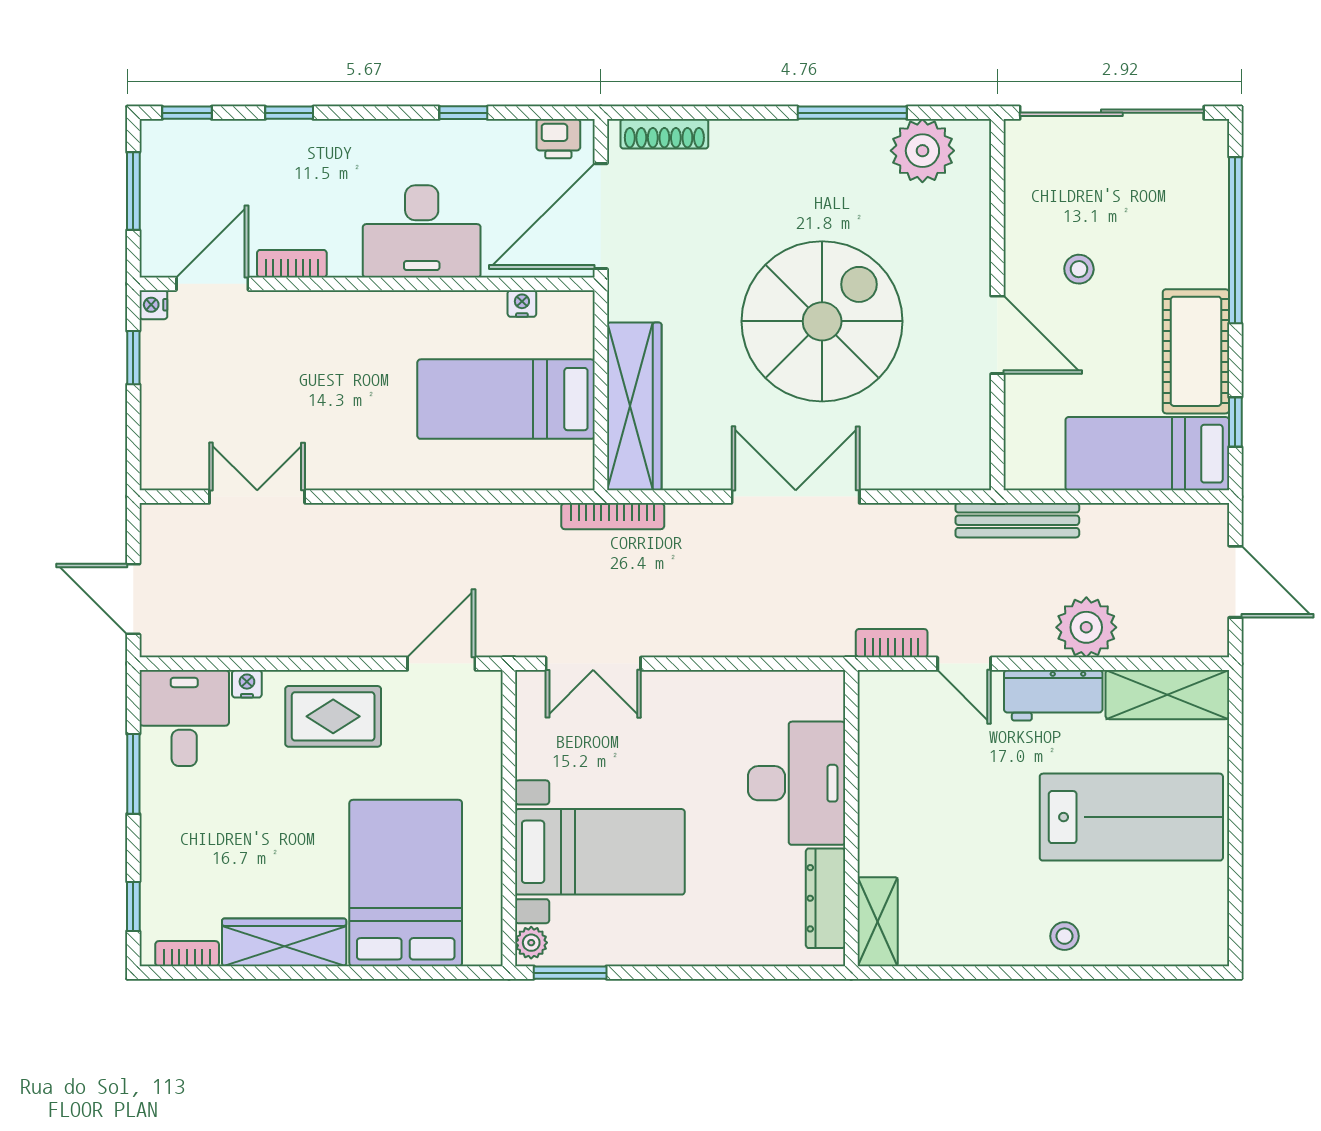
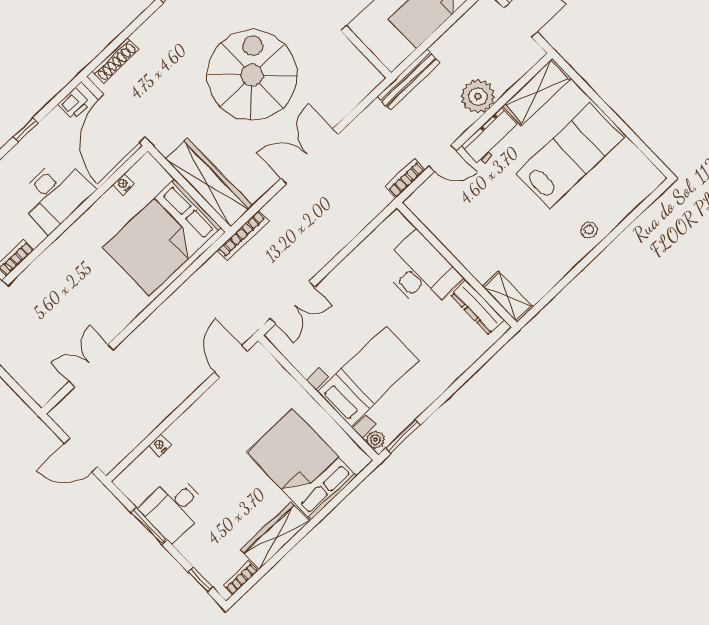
bed: (506, 399) -> (162, 237), width x1.50
rug: (333, 716) -> (207, 425), removed
desk: (184, 718) -> (174, 508), moved, turned -90

